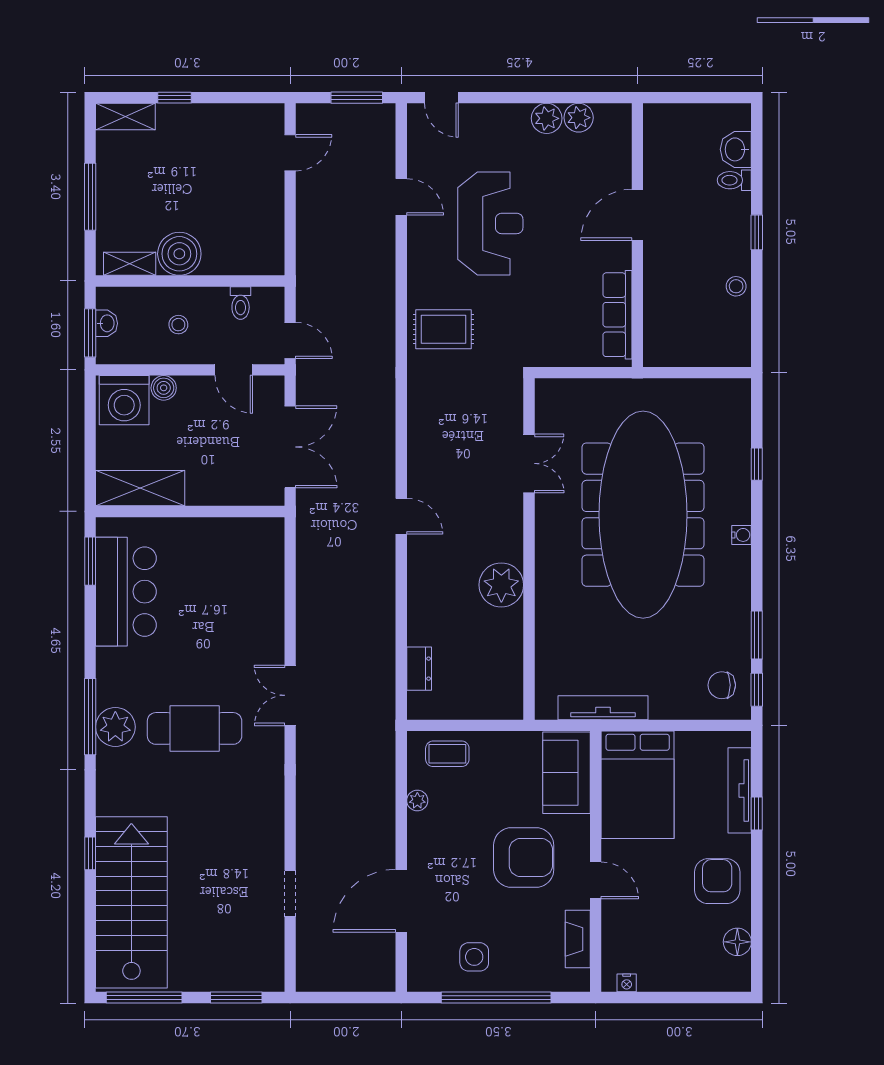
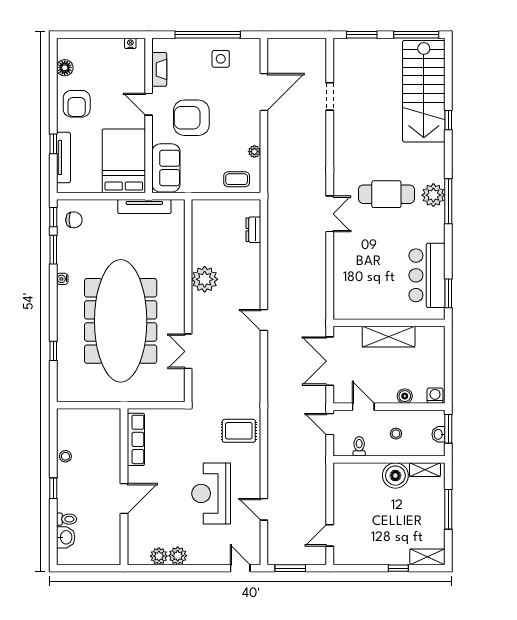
washing machine: (124, 400) -> (435, 396), width x0.53, depth x0.53
shelving: (140, 488) -> (389, 337), moved
water cooler: (742, 535) -> (62, 279), moved

